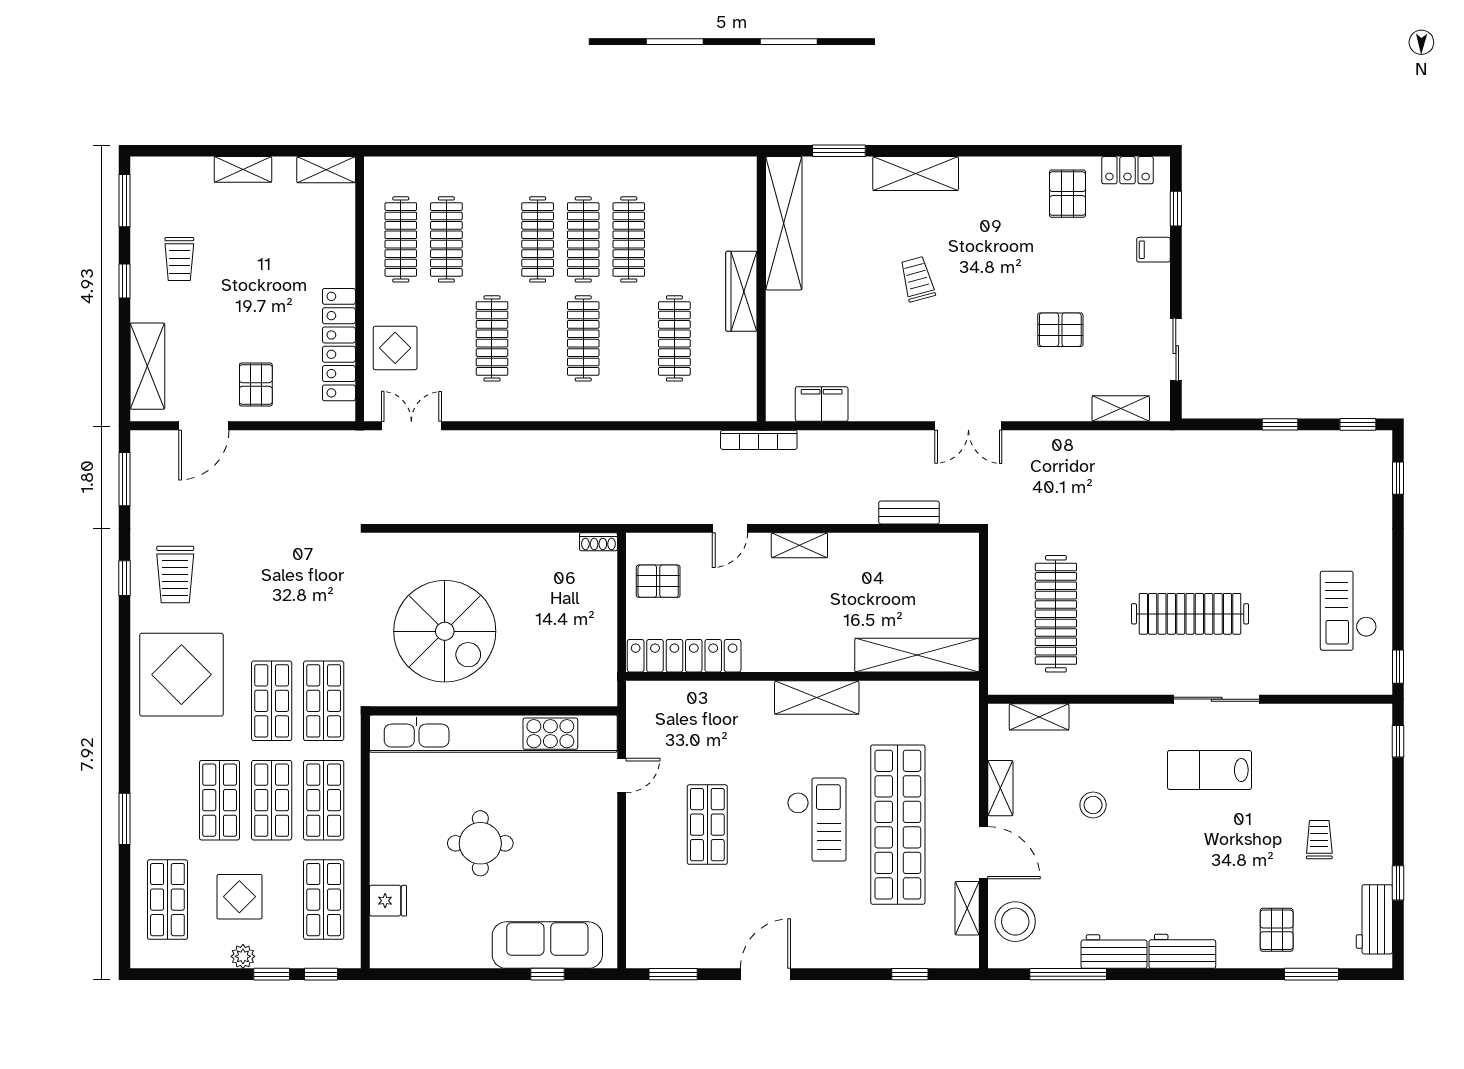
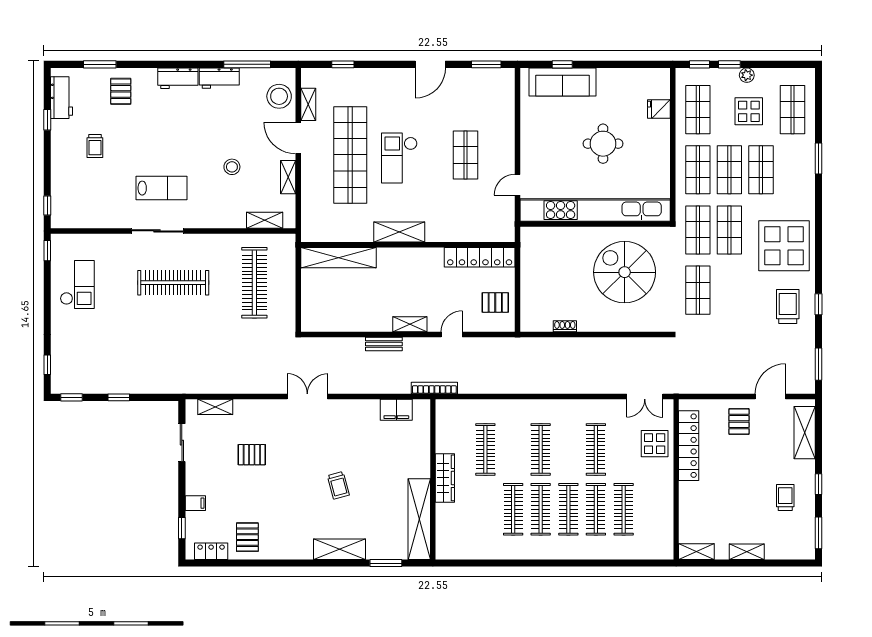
clothes rail: (401, 239) -> (596, 509), moved
bench: (909, 513) -> (384, 344), moved
shoe rack: (598, 542) -> (565, 326), moved
shop shelf: (324, 602) -> (698, 290), added

